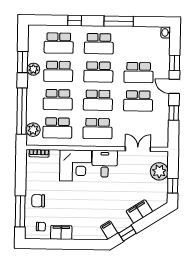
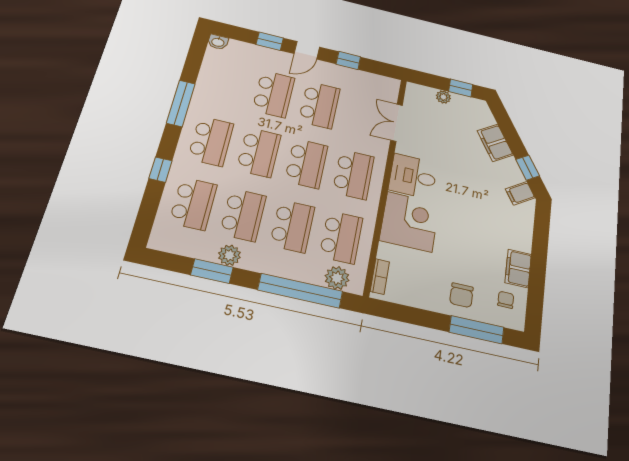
plant: (159, 171) -> (443, 97), width x0.53, depth x0.53

